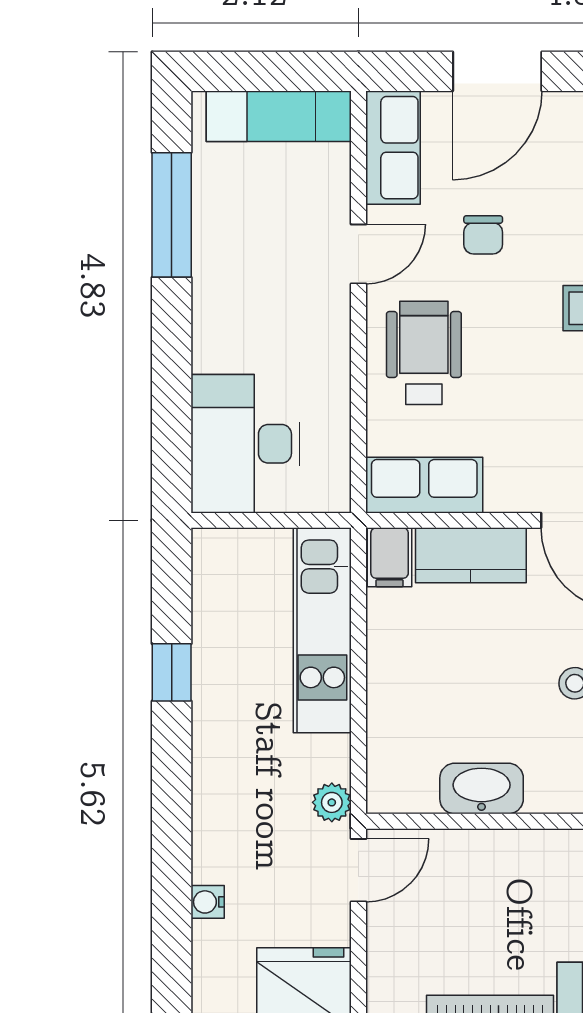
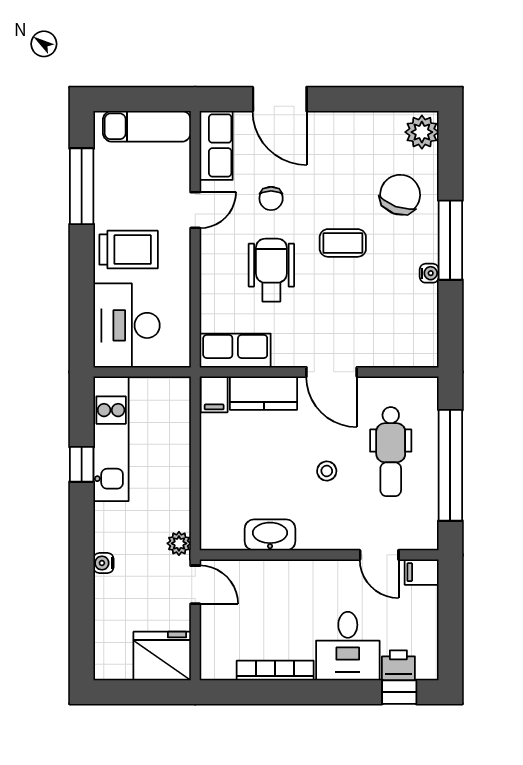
door: (497, 71) -> (280, 99), hinge flipped
trolley: (249, 319) -> (129, 250), added
wheelchair: (424, 353) -> (271, 270), moved
kitchen unit: (322, 630) -> (111, 439), moved, turned 180
door: (358, 870) -> (195, 585), hinge flipped
water cooler: (208, 902) -> (103, 563), moved

